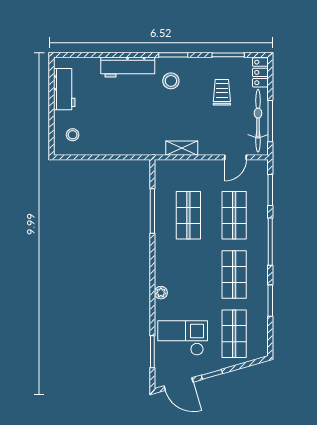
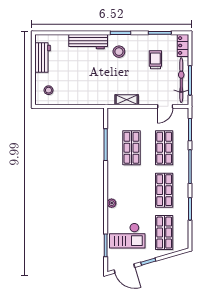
checkout: (183, 338) -> (127, 236), turned 180

